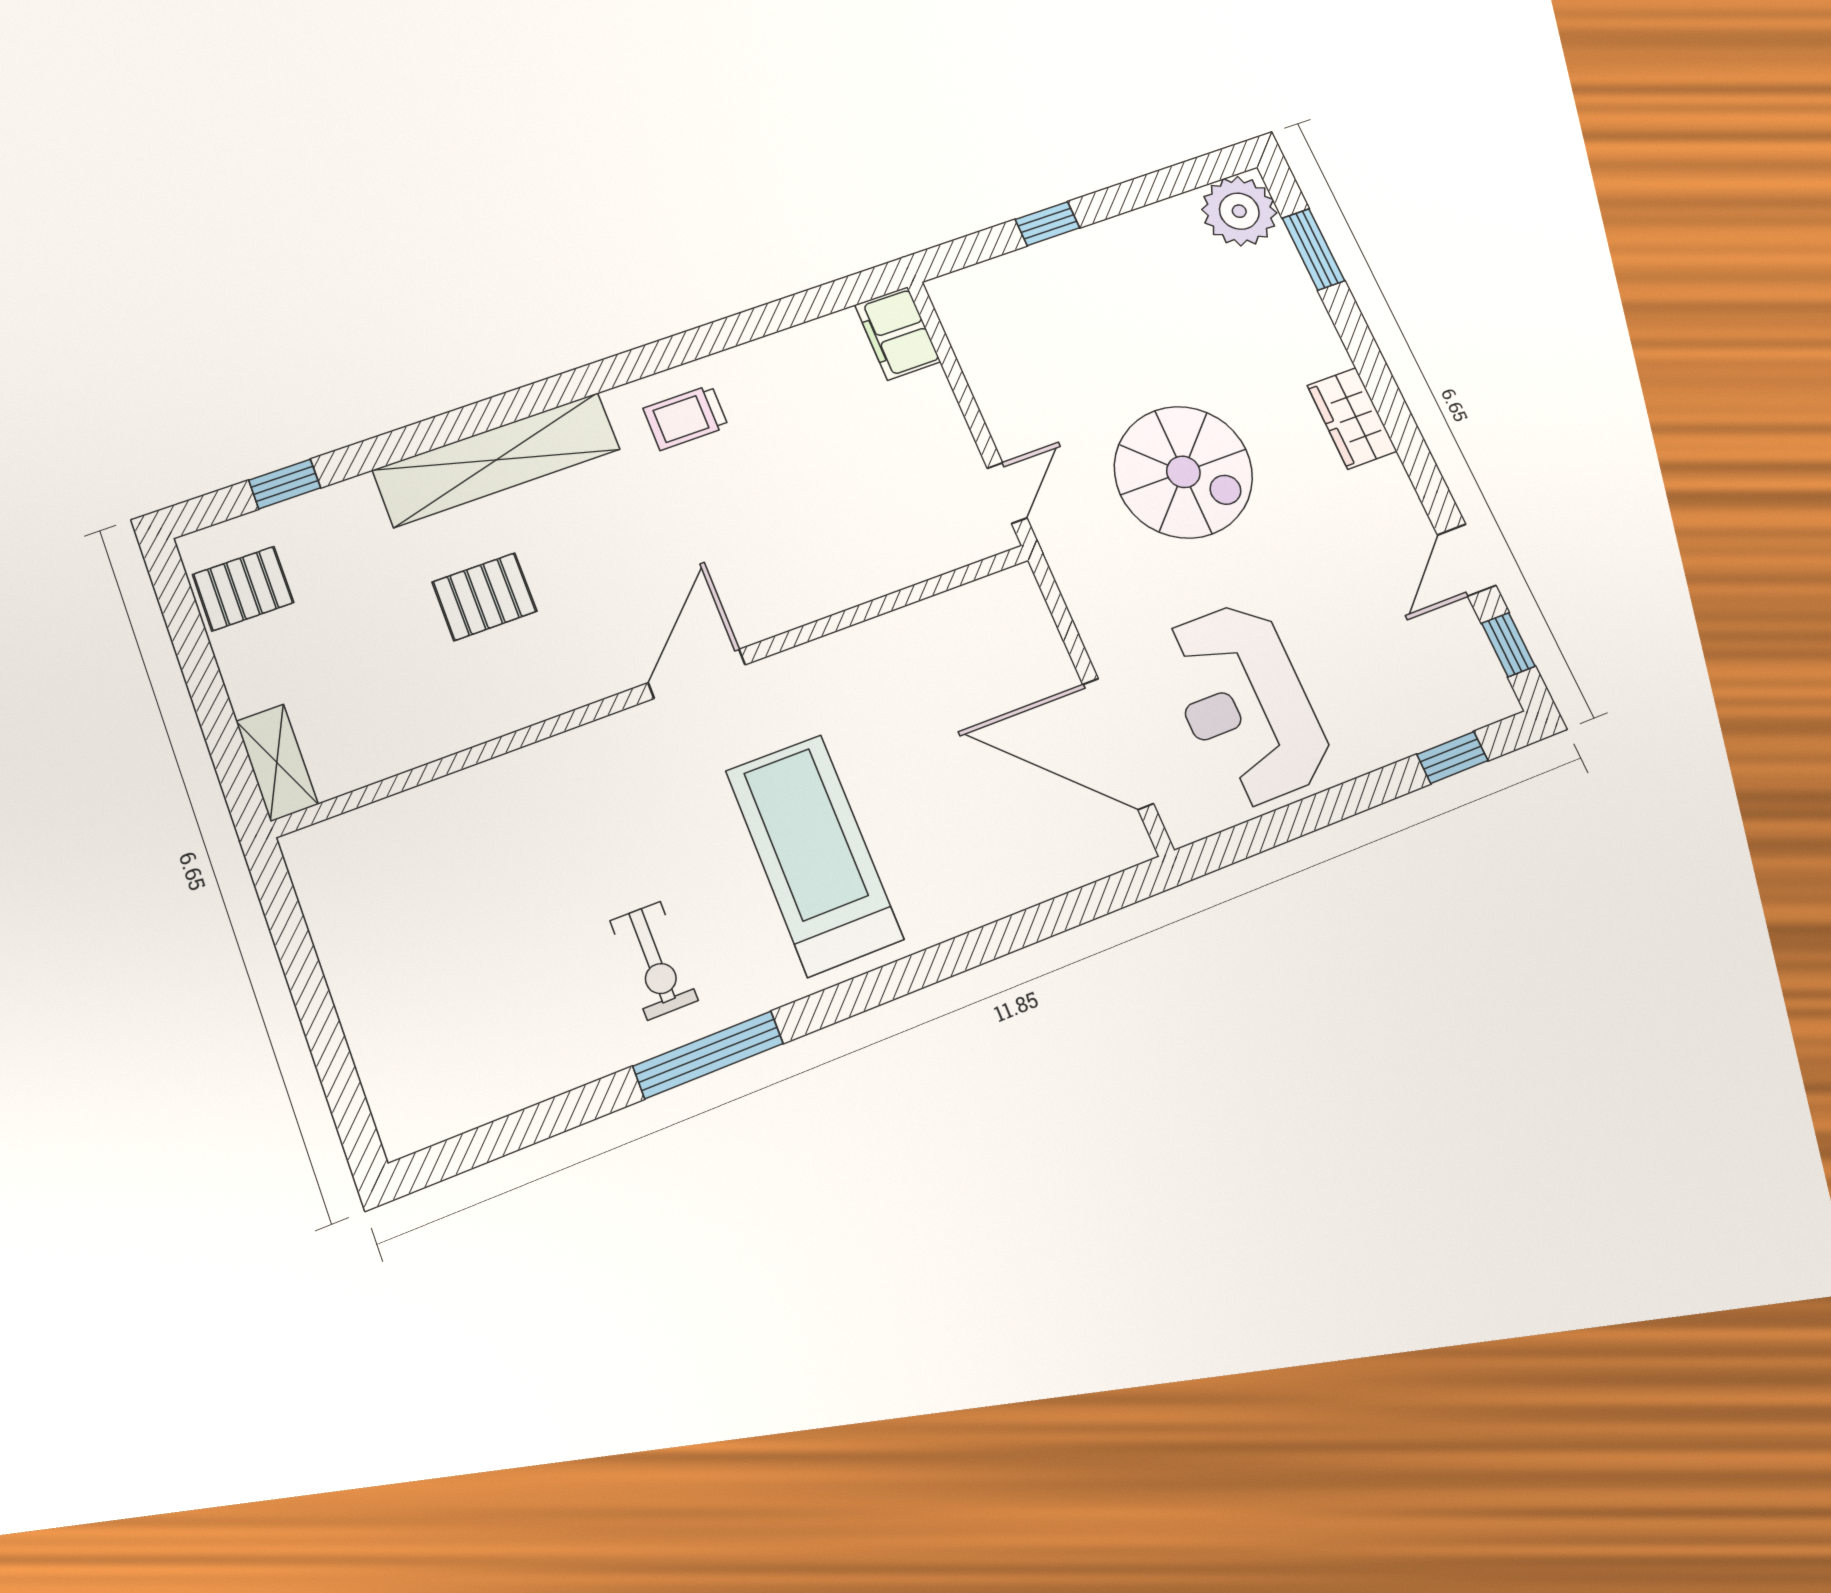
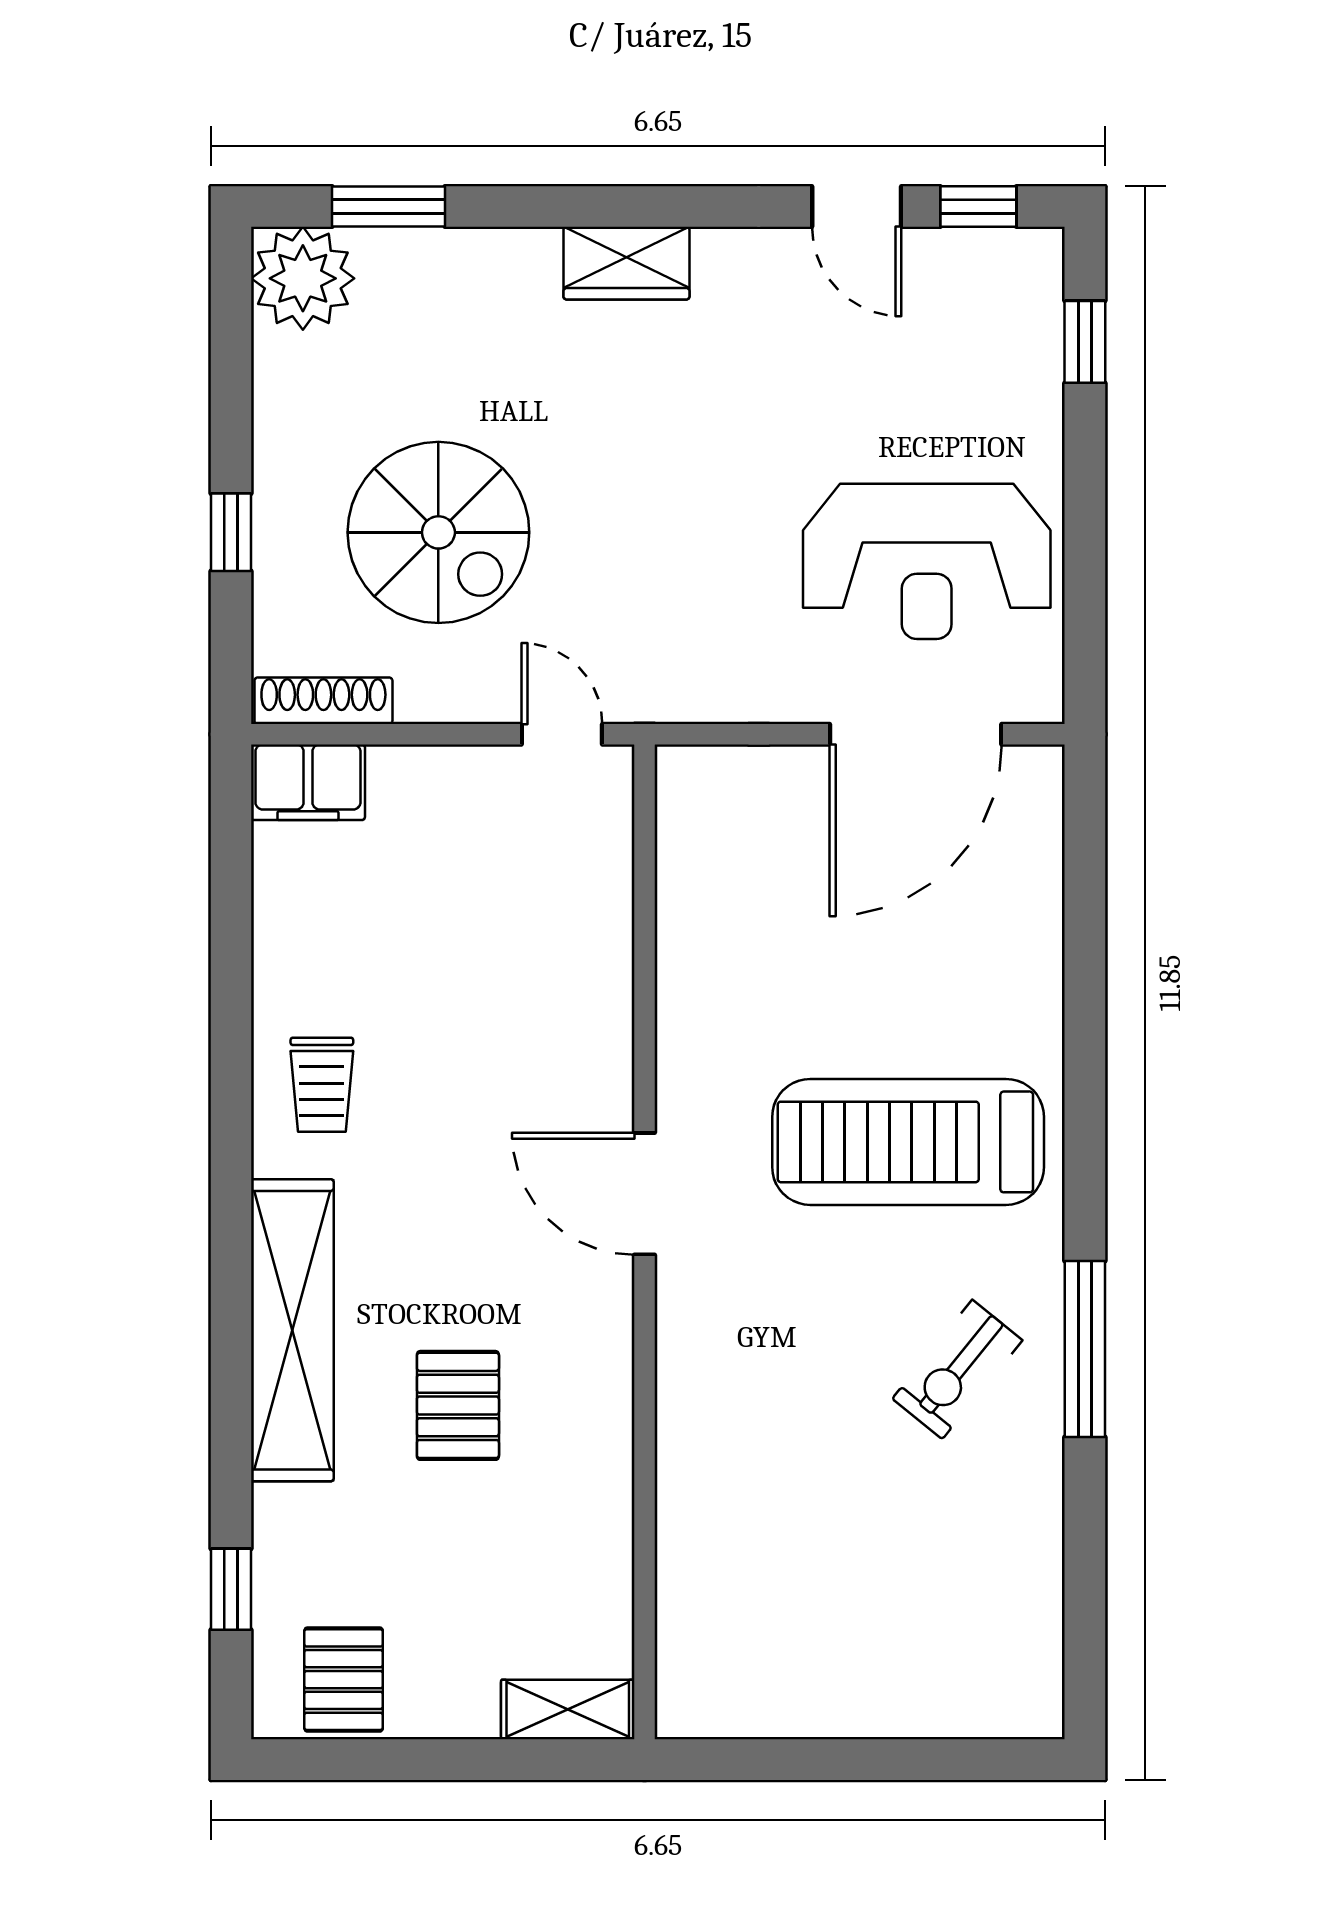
shoe rack: (959, 324) -> (323, 701), added
spiral stairs: (1183, 472) -> (438, 532), moved, turned 90
exercise bike: (654, 961) -> (957, 1369), turned 129

